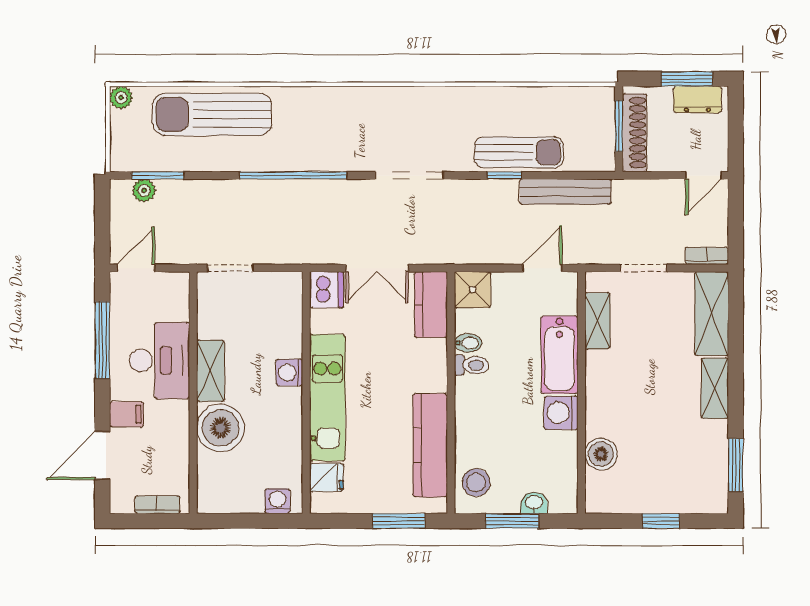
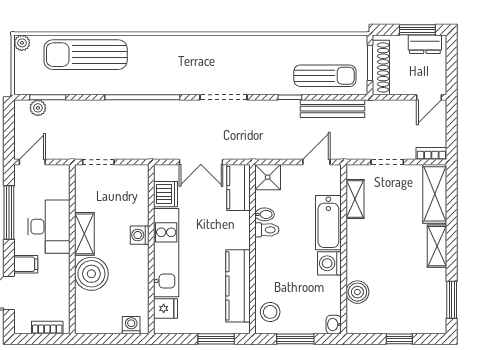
sun lounger: (519, 152) -> (325, 76), moved
dishwasher: (326, 290) -> (166, 194), moved
washbasin: (534, 503) -> (334, 325), moved, turned -90

